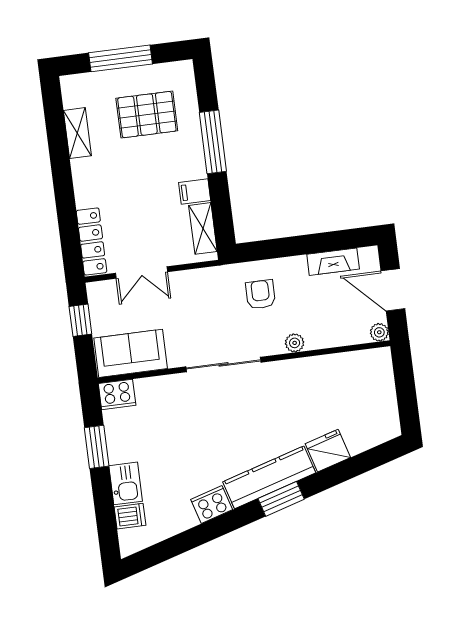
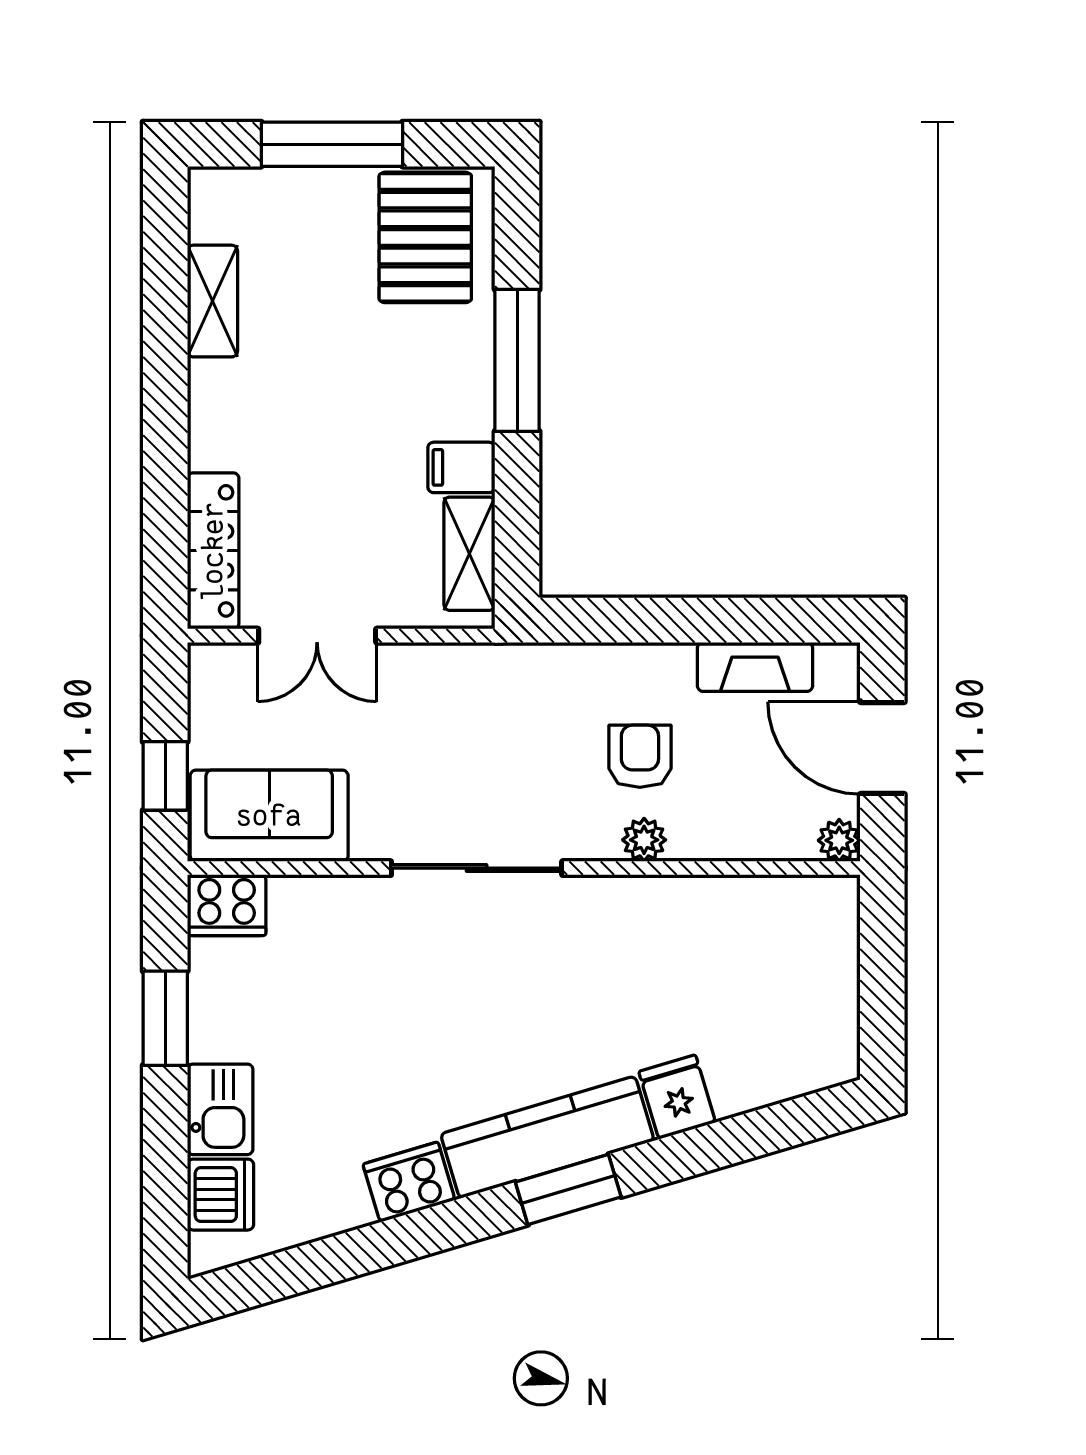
pallet: (147, 115) -> (425, 237), moved, turned 90
armchair: (261, 294) -> (640, 756), moved
window: (80, 320) -> (165, 776), moved
fridge: (328, 451) -> (677, 1097), width x0.72
dishwasher: (130, 516) -> (220, 1195), width x1.38

